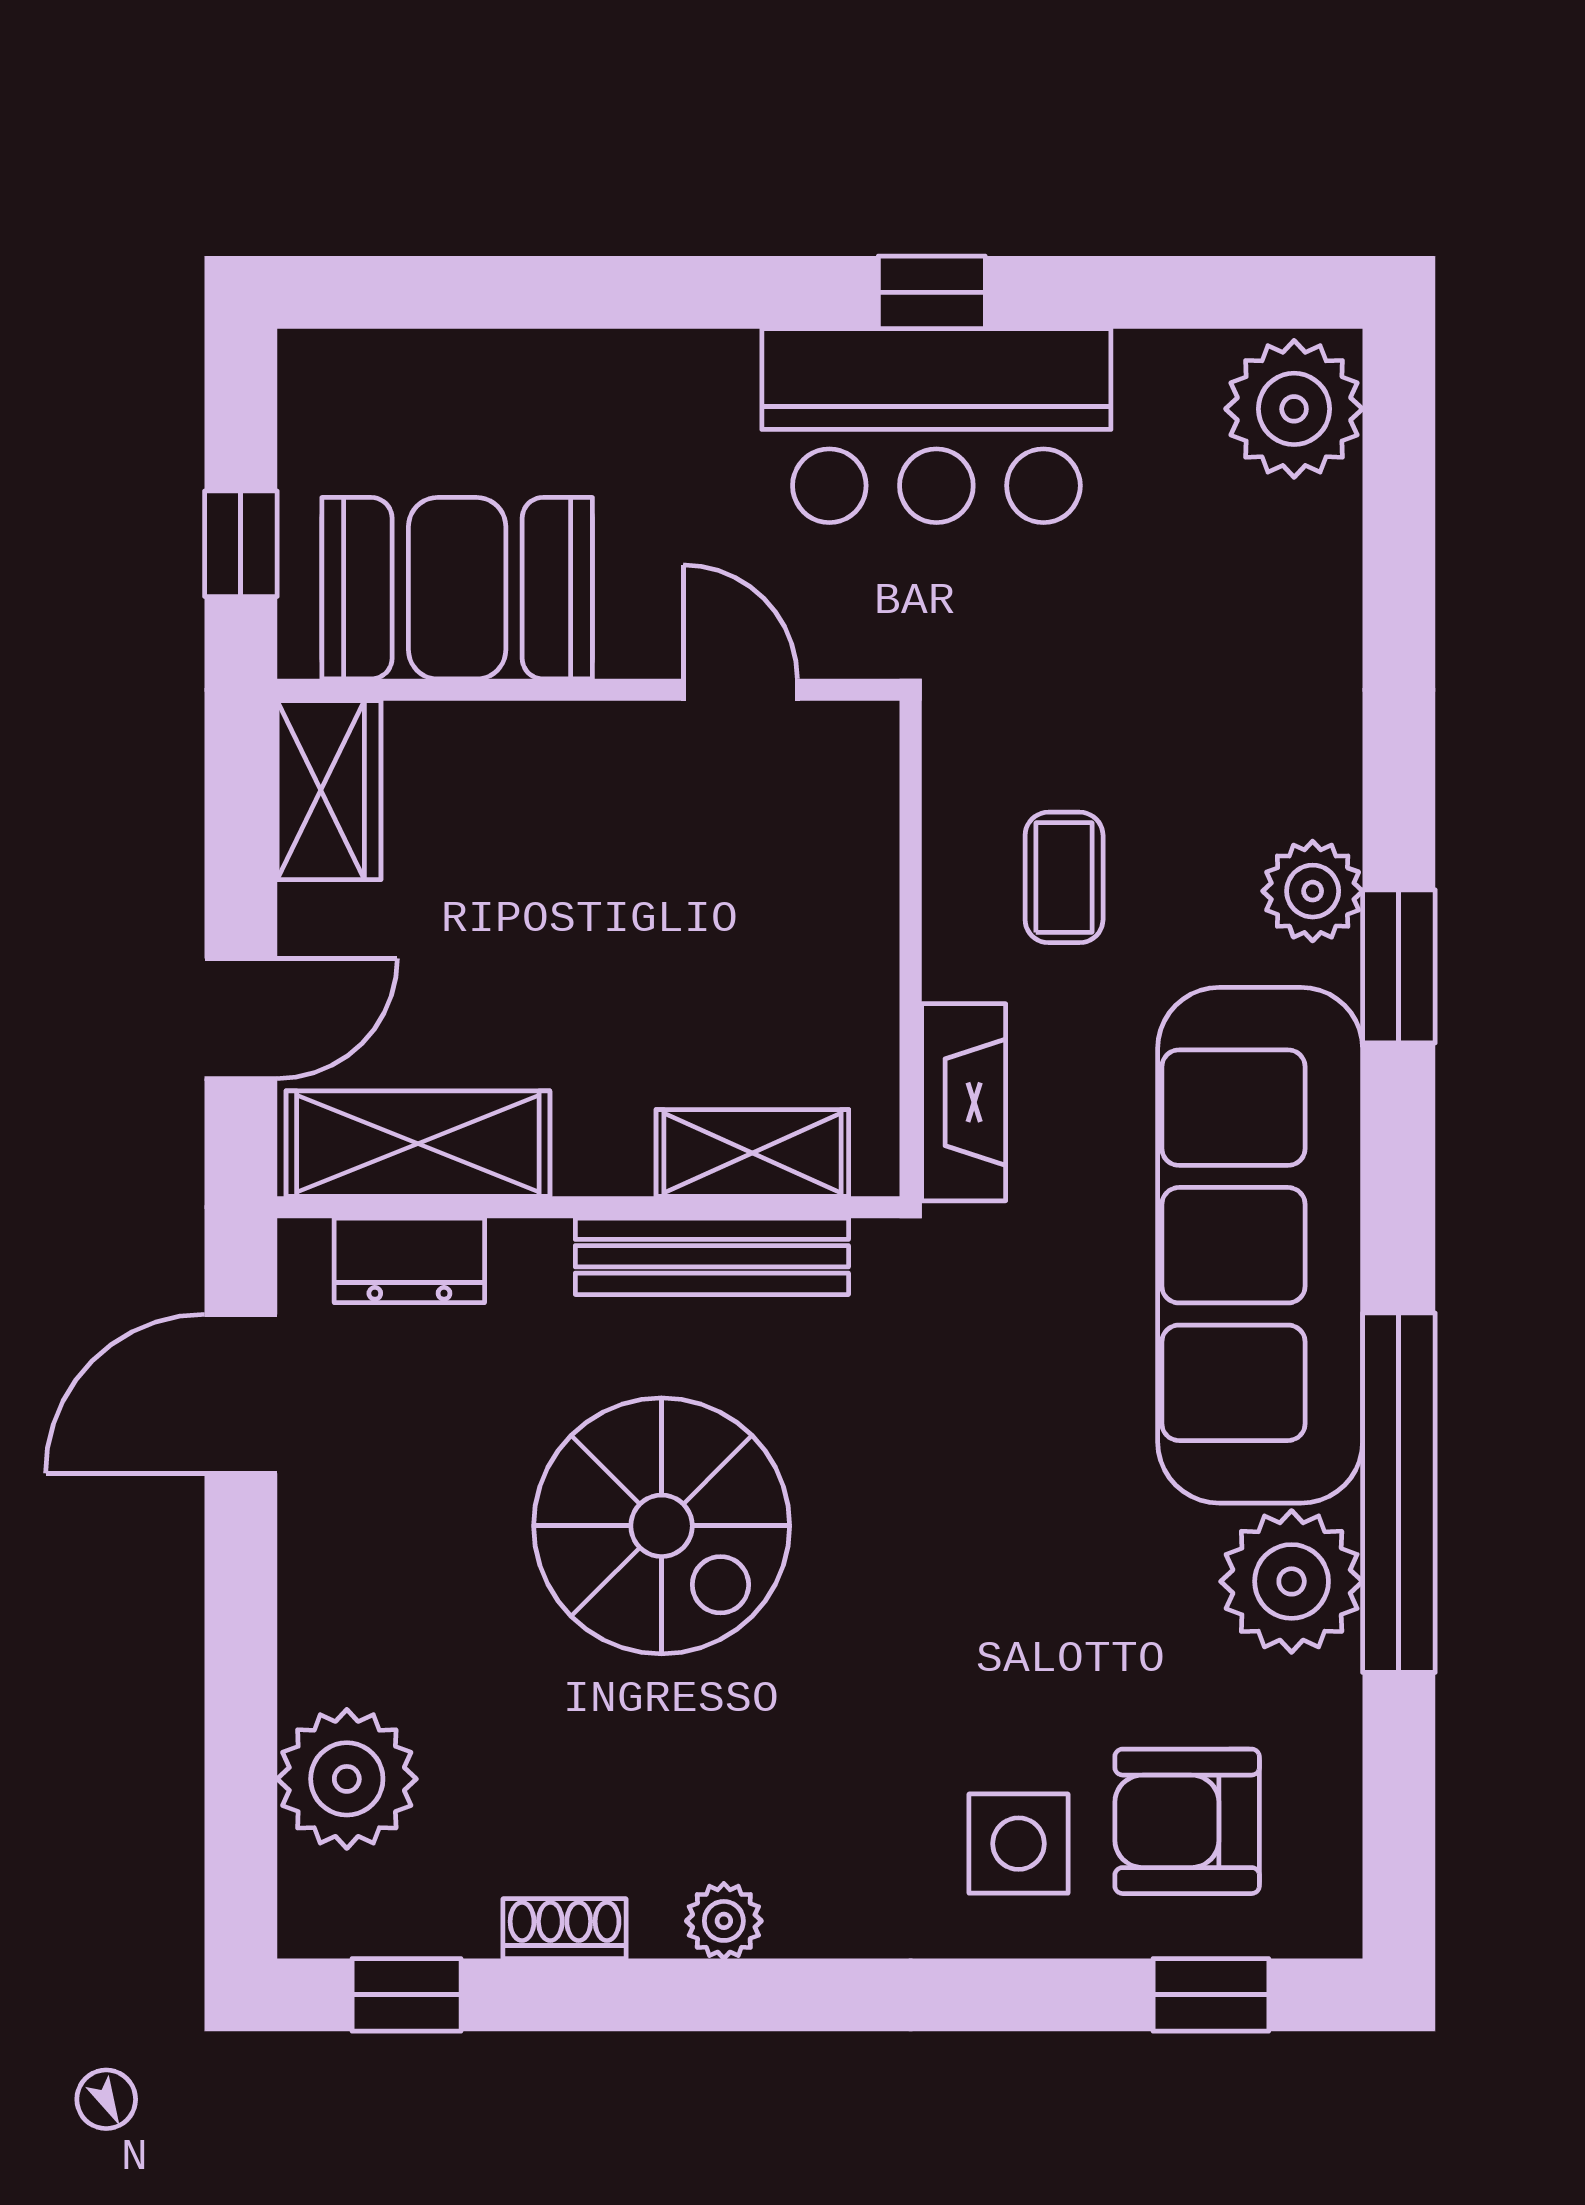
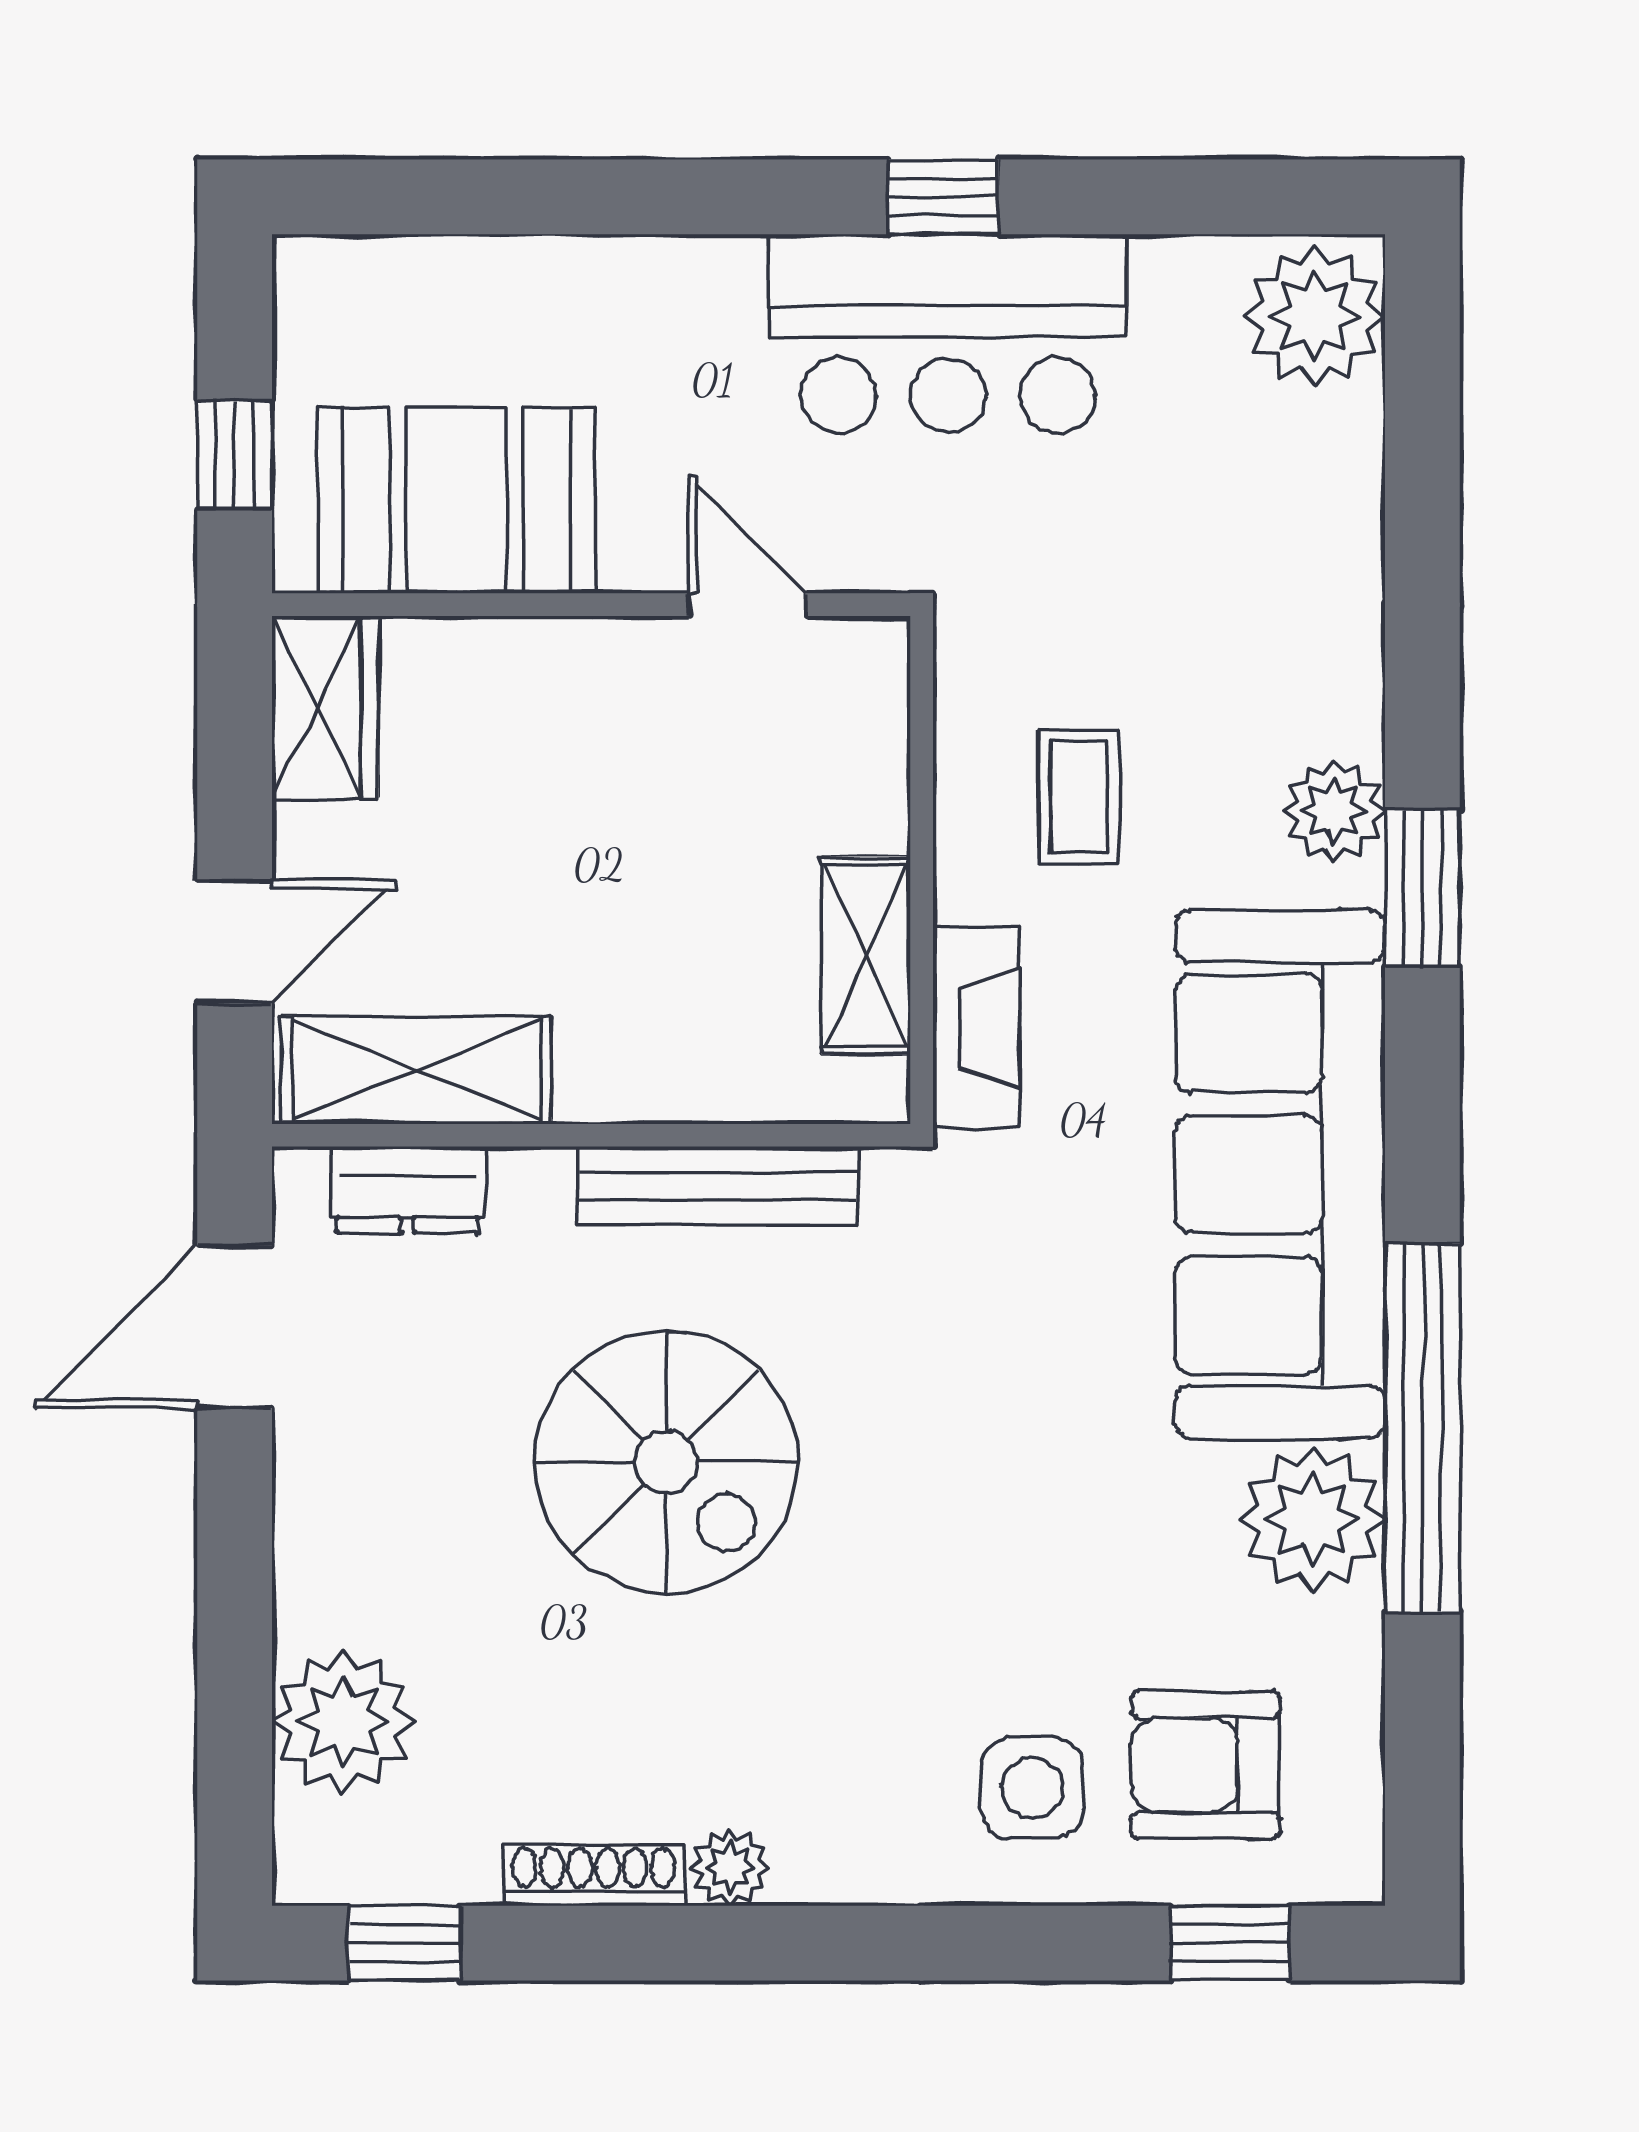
shelving: (752, 1153) -> (866, 955), moved, turned 90
shoe rack: (565, 1929) -> (594, 1875), width x1.43

